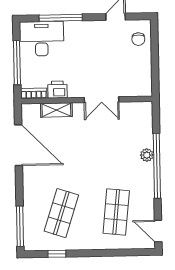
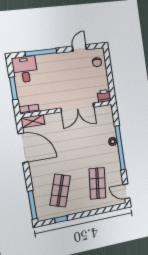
desk: (42, 39) -> (25, 69), width x0.73
window: (17, 63) -> (14, 88), width x0.69
printer: (57, 90) -> (104, 96), moved
double door: (101, 100) -> (77, 108), width x1.37
shelving: (56, 110) -> (33, 121), moved

